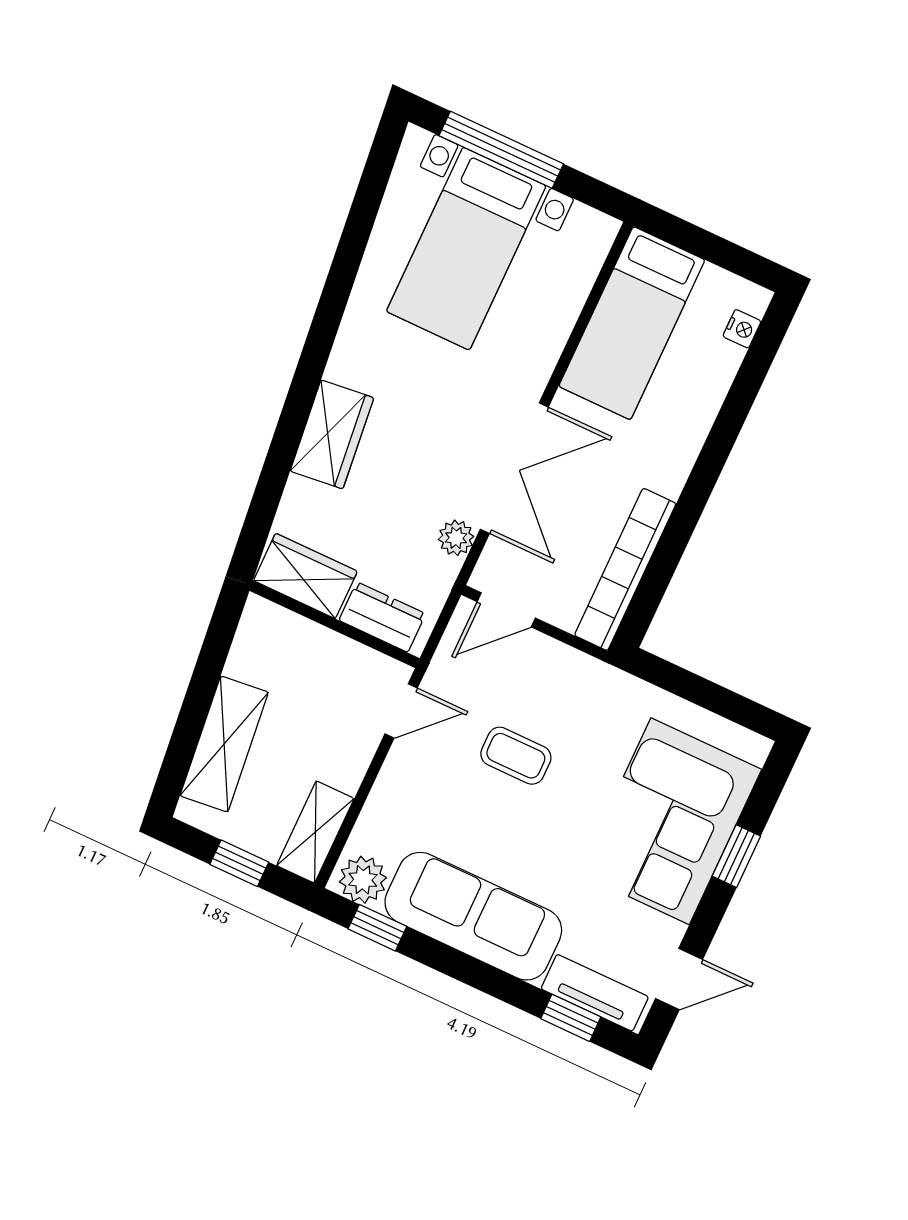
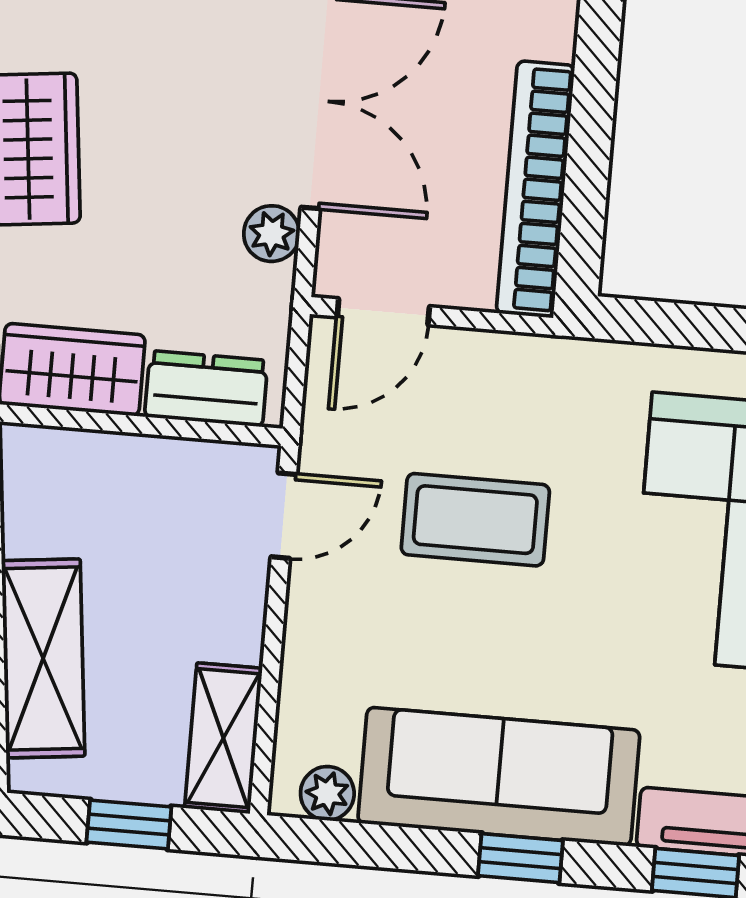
coffee table: (516, 756) -> (475, 520), width x1.36, depth x1.30
plant: (363, 880) -> (327, 793), width x0.73, depth x0.73
window: (377, 928) -> (520, 858), moved

